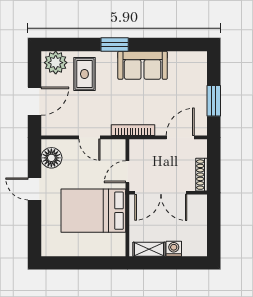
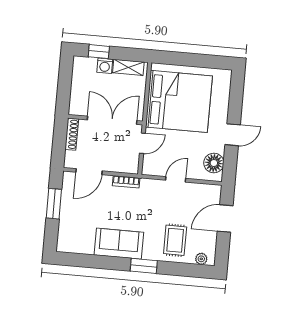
plant: (56, 63) -> (201, 259), width x0.53, depth x0.53
bookcase: (133, 130) -> (126, 182), width x0.64
door: (89, 137) -> (176, 179), hinge flipped
door: (34, 189) -> (233, 135), hinge flipped
bed: (93, 211) -> (179, 101), width x1.36
window: (181, 263) -> (99, 52), added

